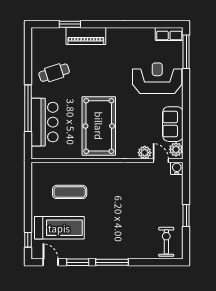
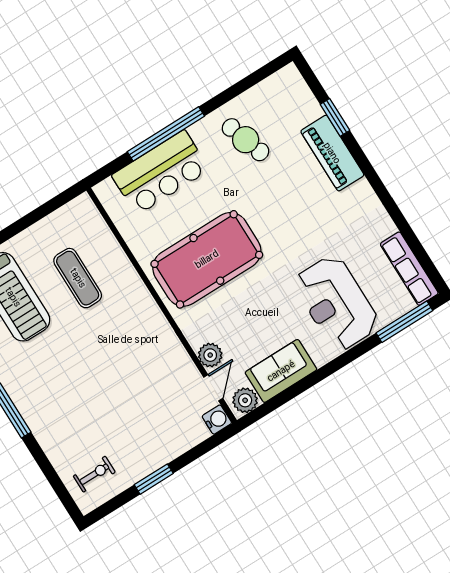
row of seats: (169, 34) -> (409, 269), width x1.48
reception desk: (157, 78) -> (336, 303), turned 180
exercise bike: (166, 242) -> (94, 474), width x0.73, depth x0.72

